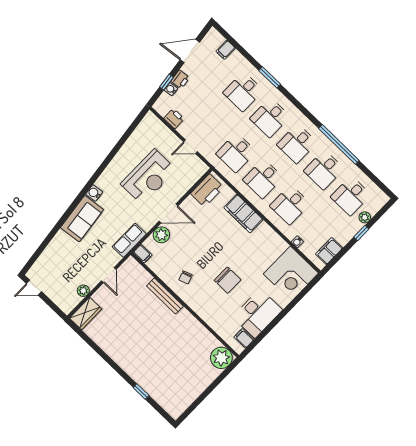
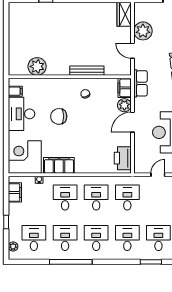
filing cabinet: (243, 214) -> (59, 165), moved
plant: (365, 217) -> (13, 246), moved
filing cabinet: (143, 254) -> (125, 88), width x2.00
plant: (83, 291) -> (143, 31), width x1.87, depth x1.87
plant: (221, 358) -> (37, 66), moved

